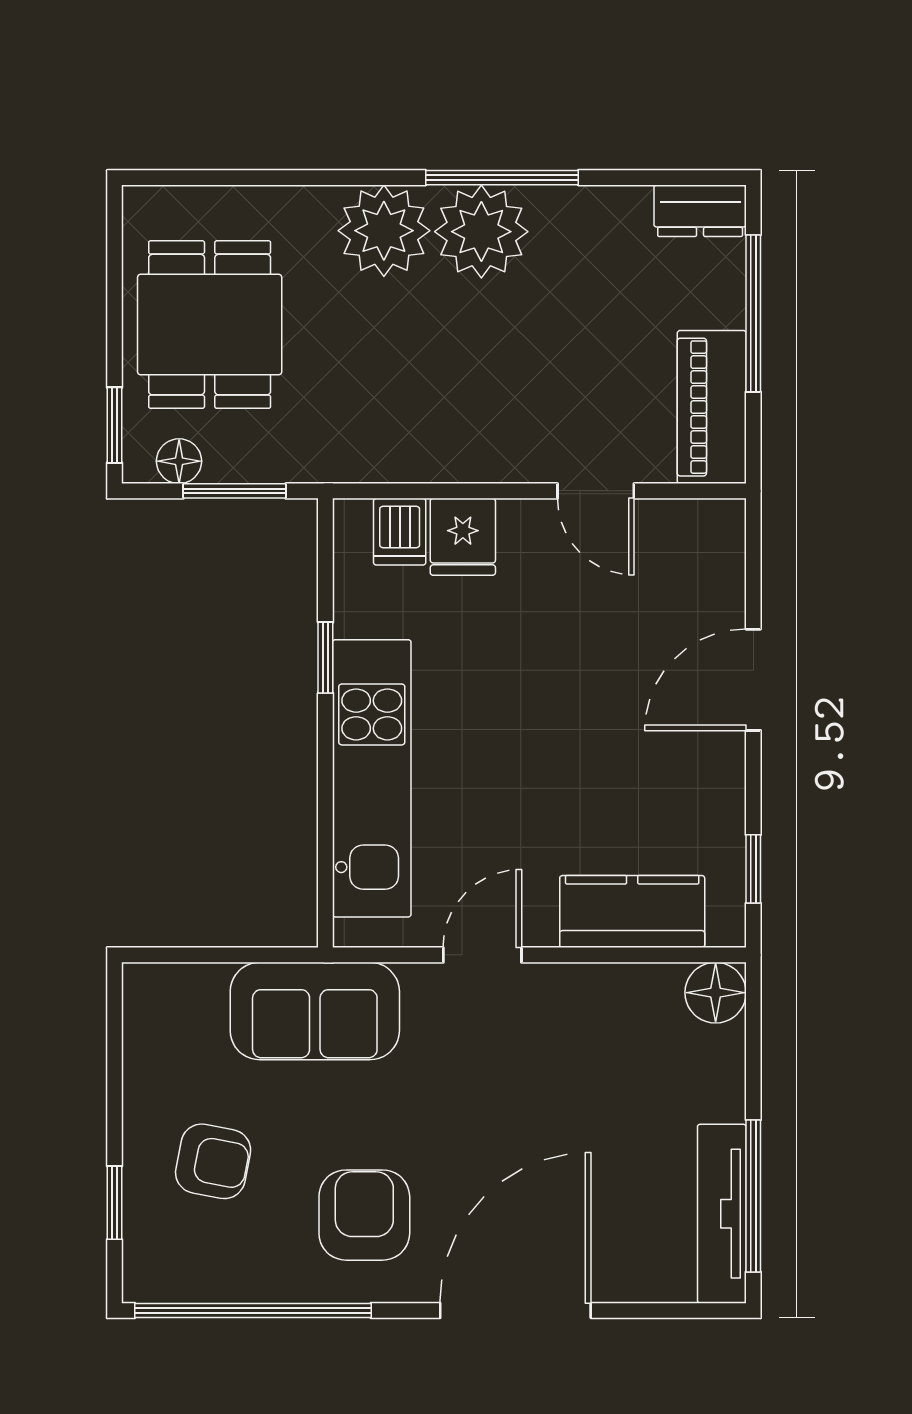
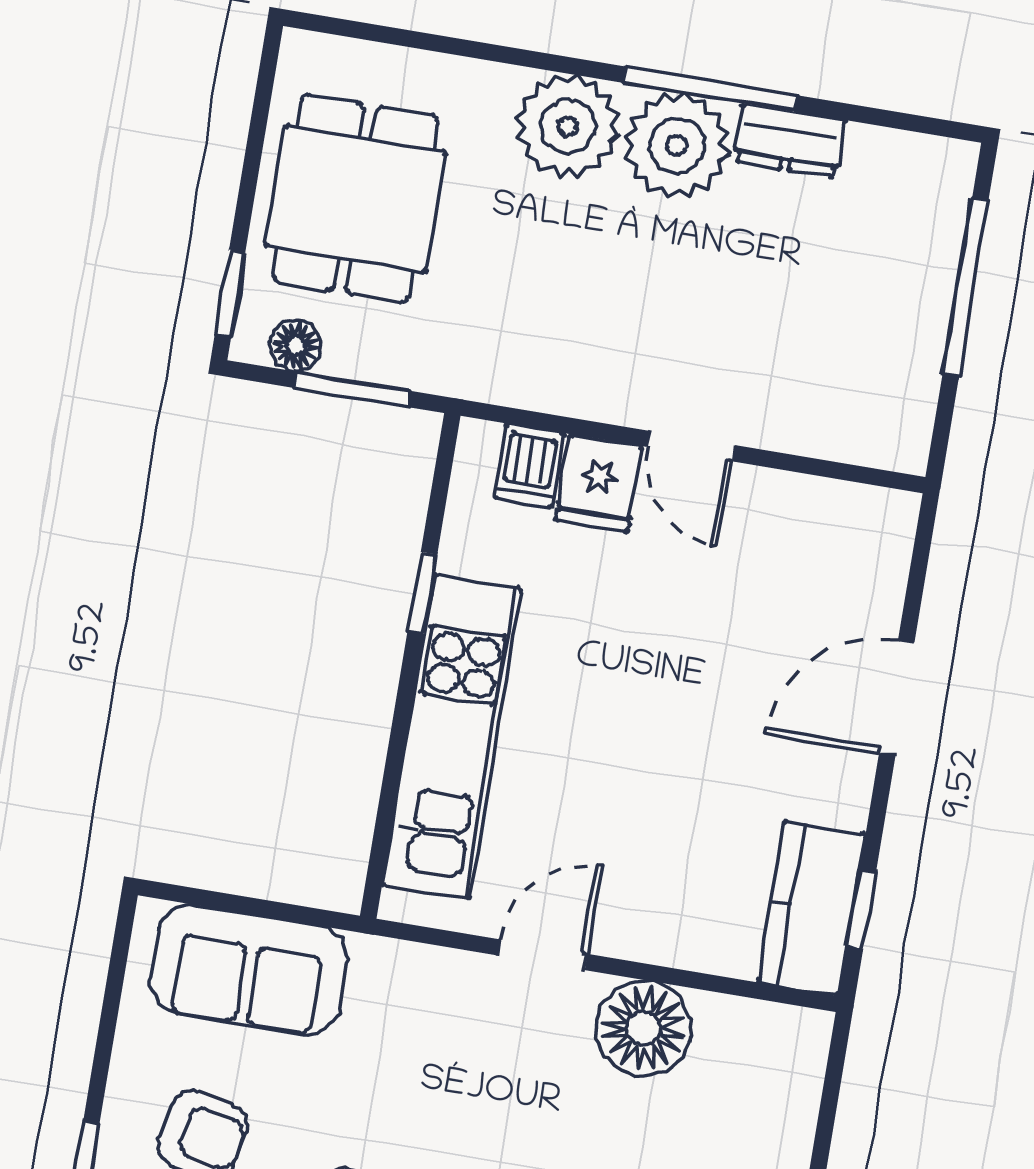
dresser: (700, 211) -> (789, 140), moved
piano: (712, 407) -> (901, 385), removed
door: (596, 491) -> (691, 446), moved
kitchen counter: (632, 912) -> (812, 908), moved, turned -90
floor lamp: (716, 993) -> (644, 1028), moved, width x1.38, depth x1.38
sofa: (315, 1011) -> (249, 970), moved

